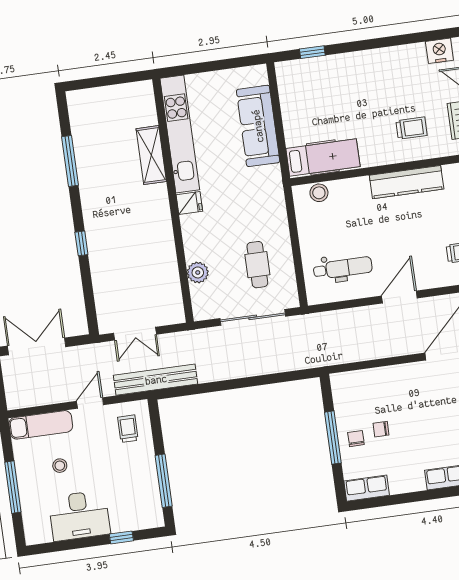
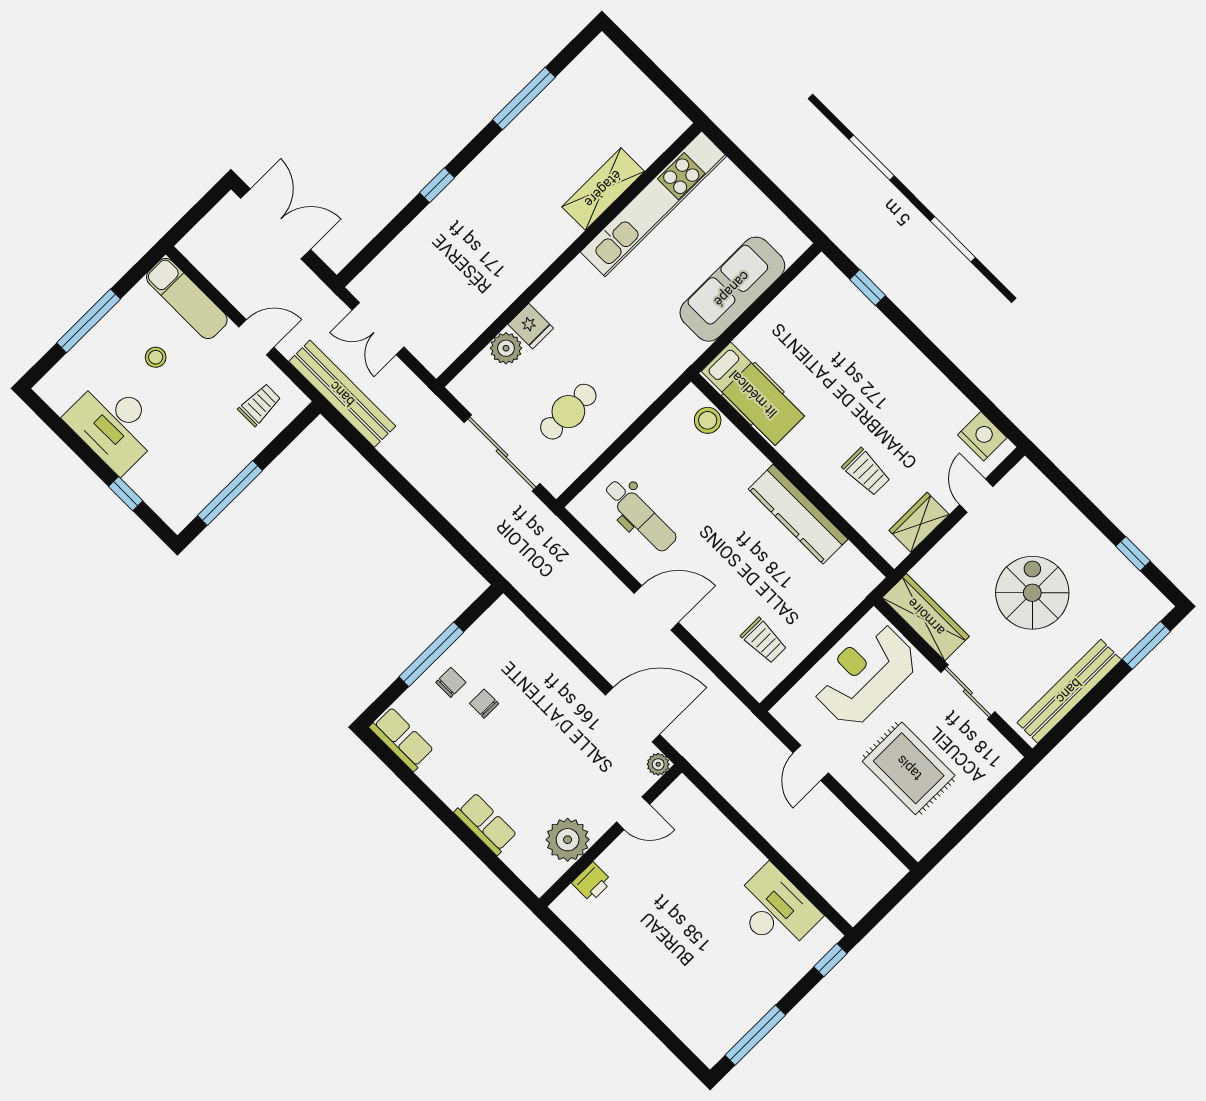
fridge: (189, 203) -> (531, 326), moved

